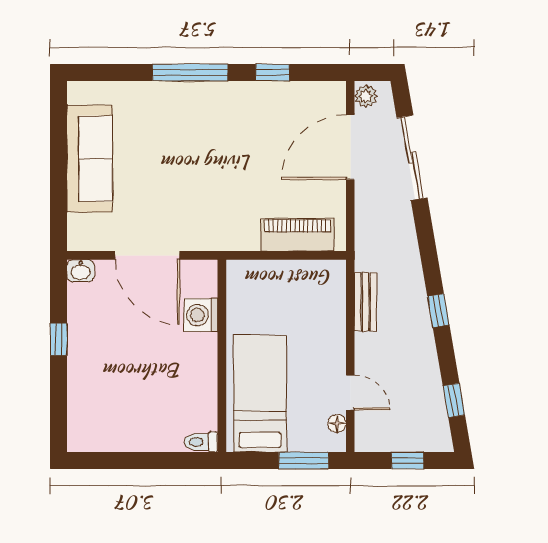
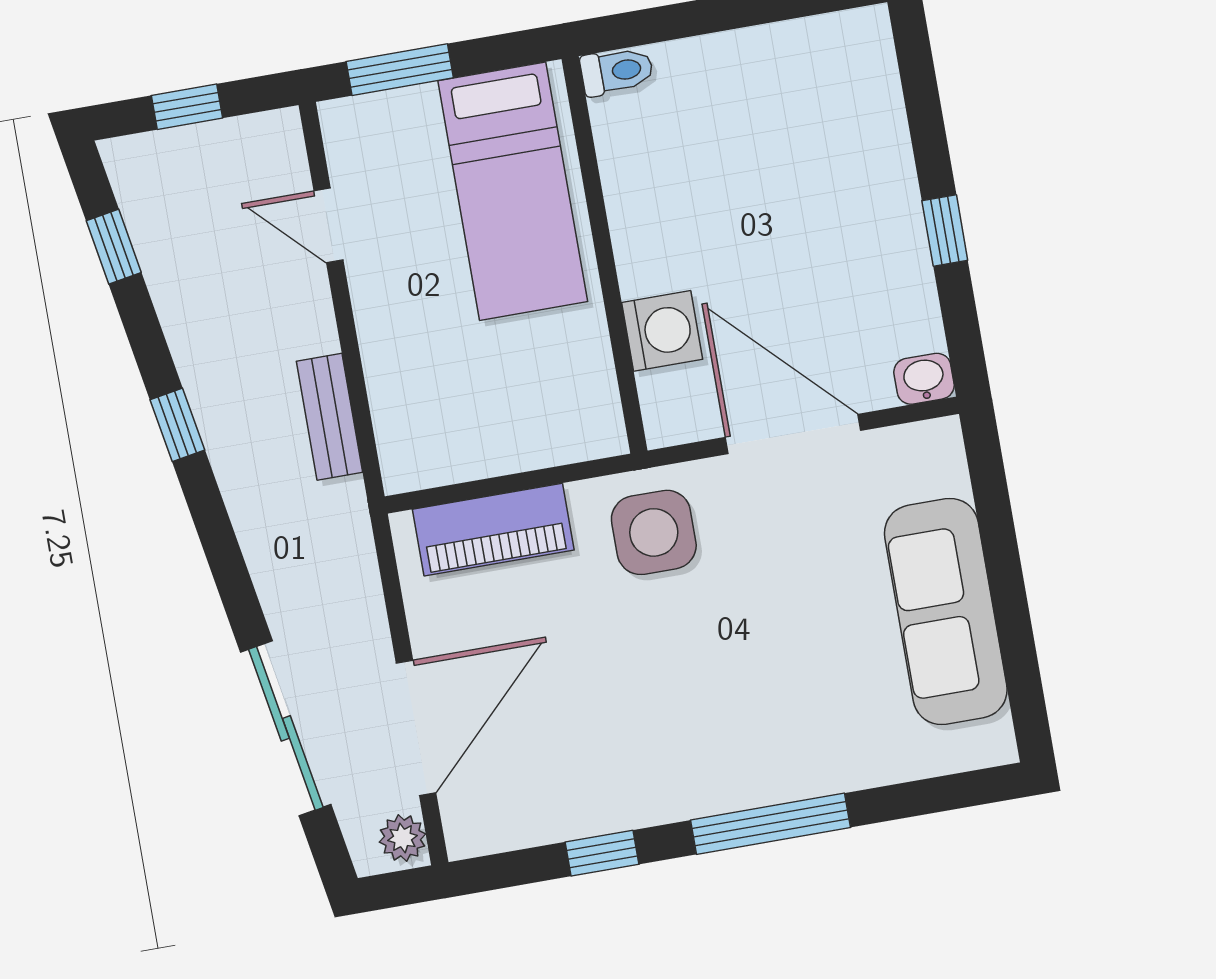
side table: (221, 220) -> (654, 532), added
floor lamp: (337, 423) -> (345, 158), removed

